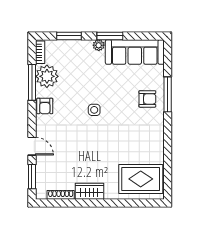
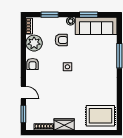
window: (110, 36) -> (89, 15), moved
window: (32, 82) -> (23, 47), removed
armchair: (147, 99) -> (61, 40), moved

